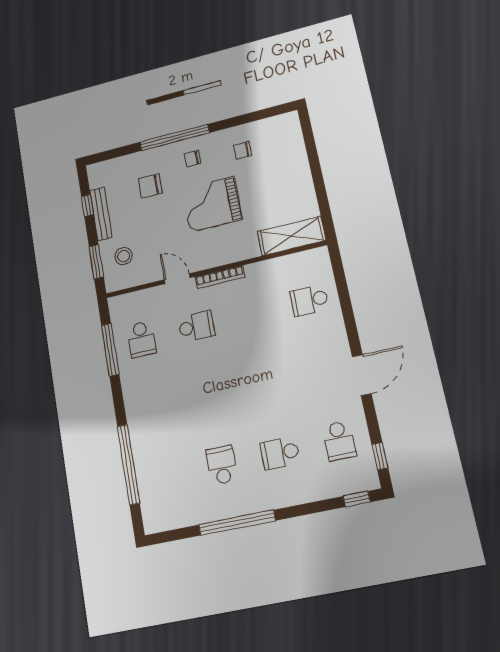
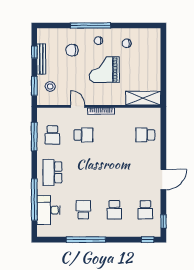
school desk: (153, 407) -> (52, 172), added
school desk: (280, 453) -> (114, 210), turned -90
desk: (157, 479) -> (48, 210), added

